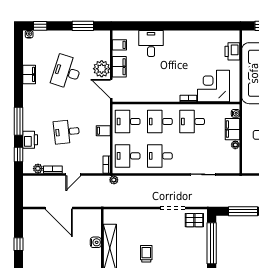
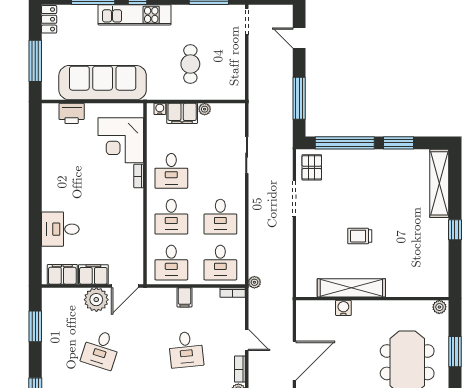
filing cabinet: (119, 45) -> (62, 274), width x2.00
desk: (67, 72) -> (101, 349), width x0.73

